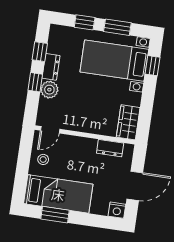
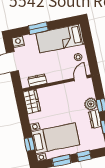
window: (55, 215) -> (38, 28), moved

